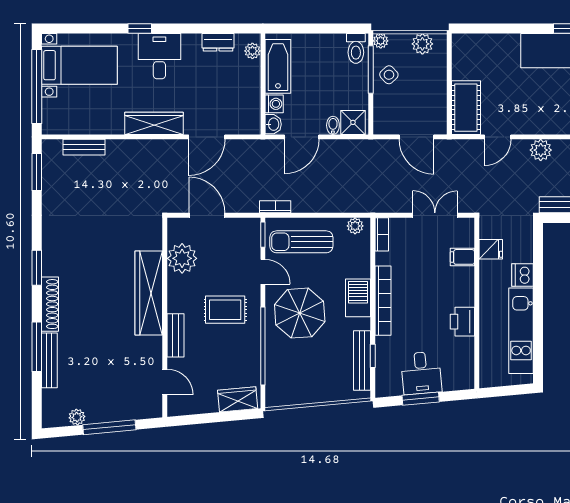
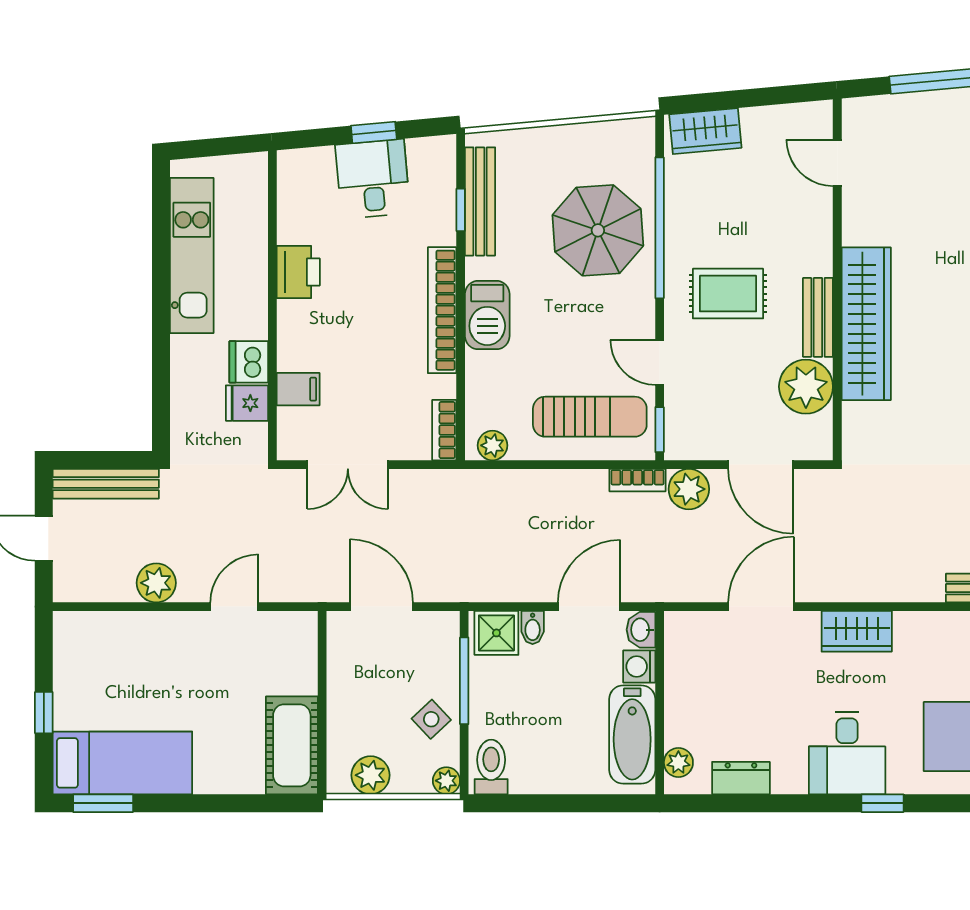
window: (371, 70) -> (464, 681), moved
cot: (466, 108) -> (292, 745), moved
wardrobe: (154, 123) -> (857, 631), width x0.67
plant: (247, 202) -> (689, 489), added
dishwasher: (522, 275) -> (249, 362), moved, turned 180
parasol: (300, 313) -> (598, 230), moved
bench: (175, 335) -> (818, 317), moved
window: (421, 399) -> (374, 133), width x0.67

